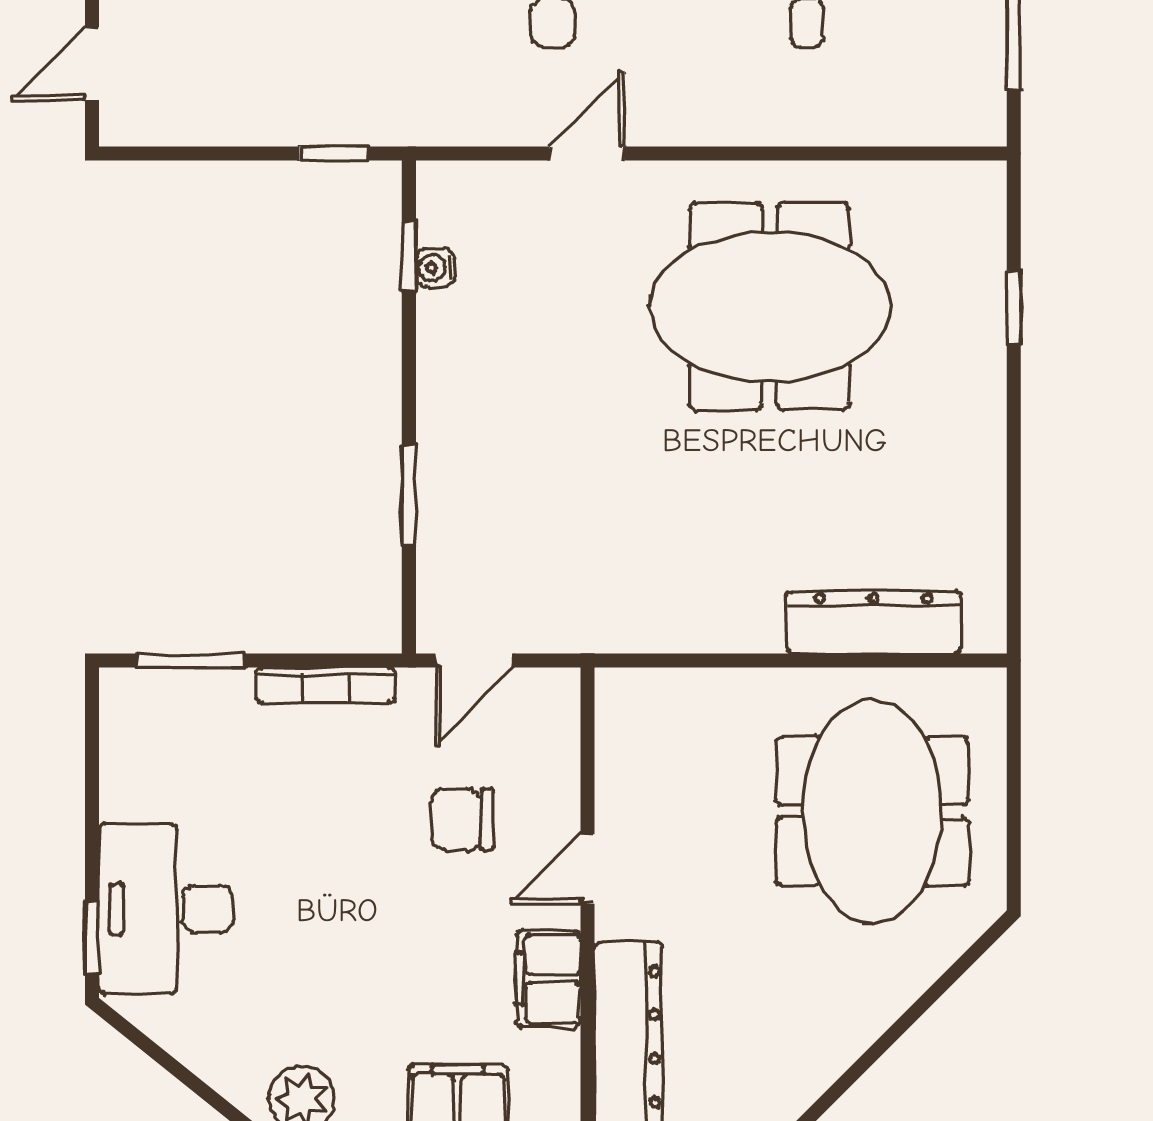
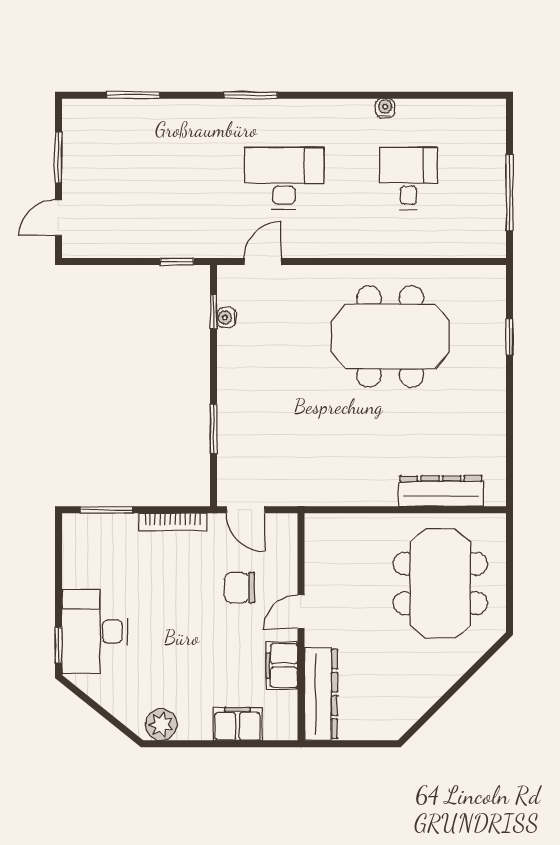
door: (587, 153) -> (263, 262), moved
door: (474, 660) -> (246, 510), hinge flipped

